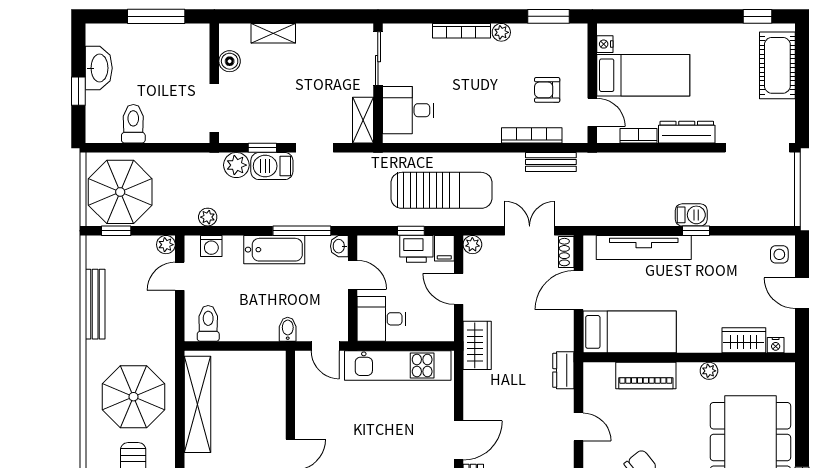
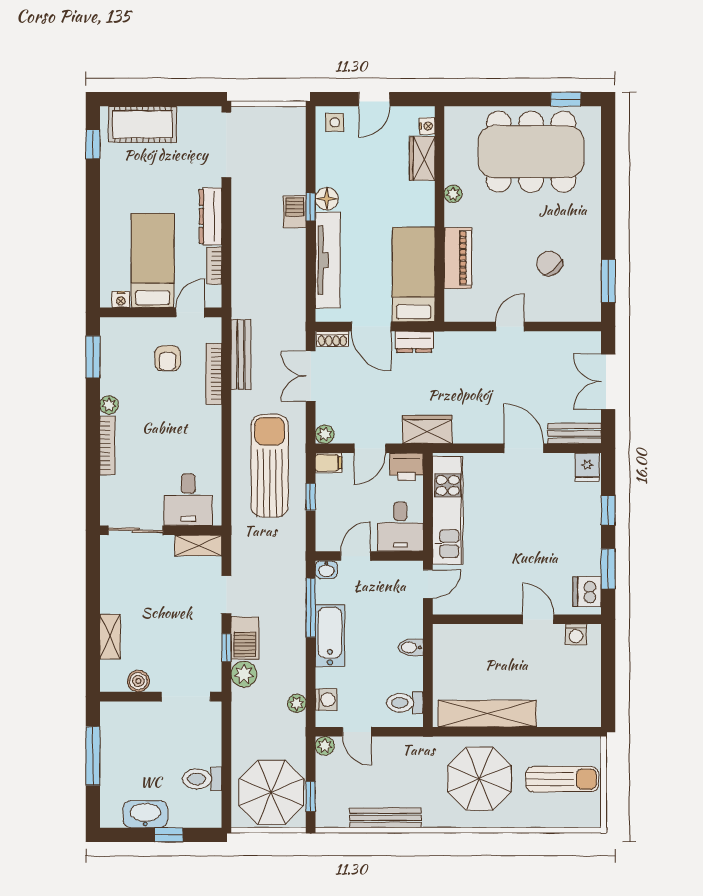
bench: (551, 162) -> (241, 354), width x1.36
floor lamp: (704, 246) -> (327, 199), added
printer: (416, 249) -> (406, 467), moved, turned 90
bidet: (288, 329) -> (411, 647), moved
dresser: (563, 370) -> (414, 342), moved

